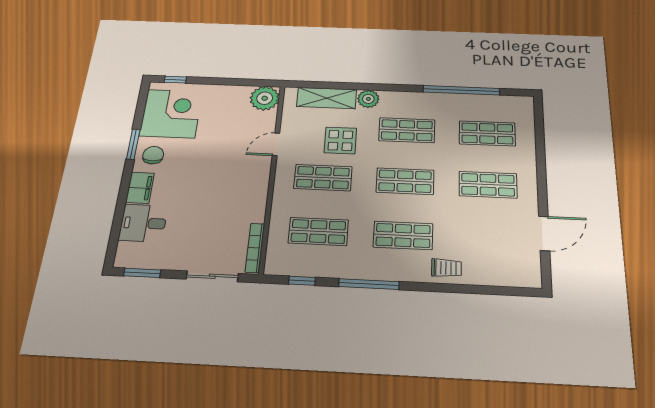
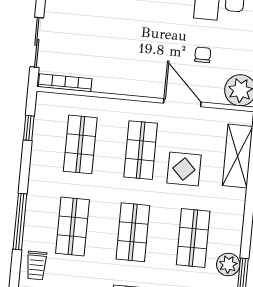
plant: (368, 99) -> (228, 265), moved
chair: (230, 129) -> (203, 55), added
door: (276, 144) -> (182, 103), width x1.38
window: (369, 284) -> (20, 222), moved

